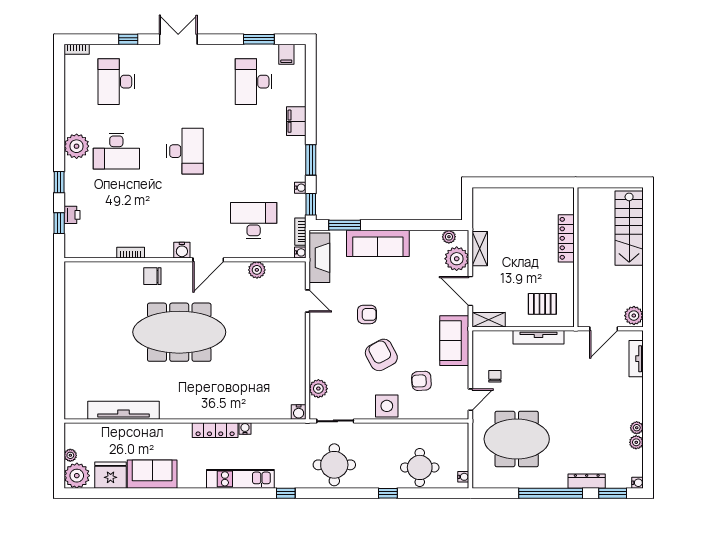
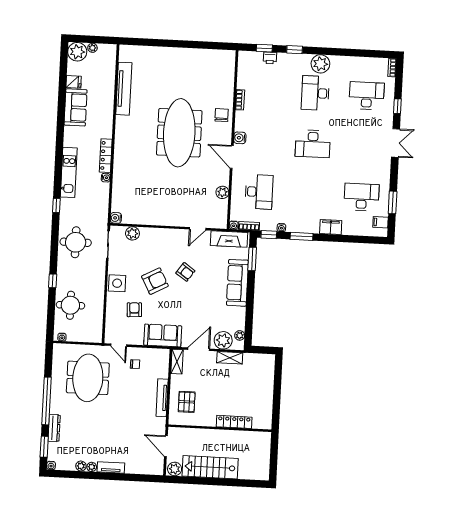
stairs: (629, 228) -> (210, 467), moved
armchair: (367, 314) -> (185, 272), turned -55
tv unit: (636, 359) -> (111, 467), moved
fridge: (111, 475) -> (74, 82), width x0.53, depth x0.75

